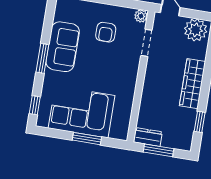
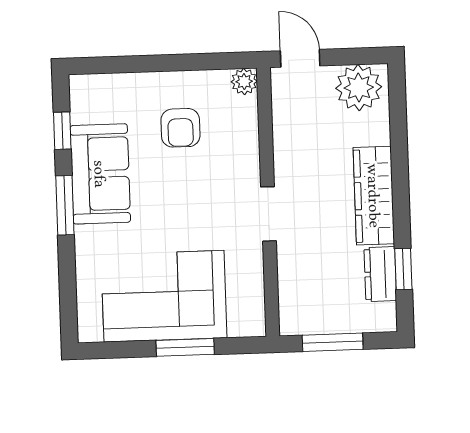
doorway: (146, 43) -> (268, 214), moved
window: (35, 105) -> (62, 131), moved
dresser: (148, 137) -> (380, 274), moved, turned -90

